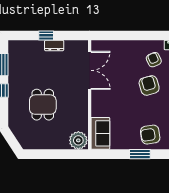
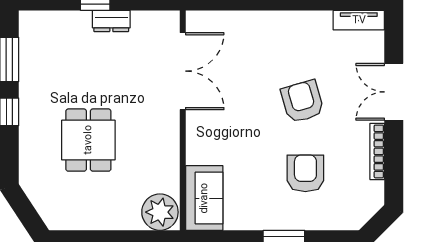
armchair: (154, 60) -> (312, 50), removed
armchair: (150, 135) -> (305, 173), moved, turned 99

